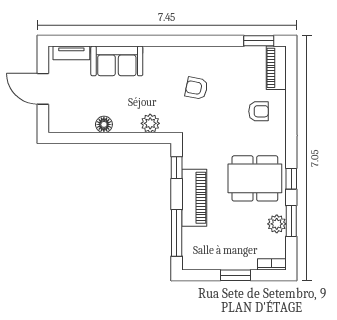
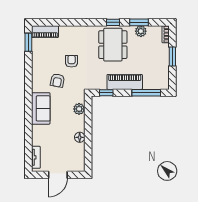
sofa: (117, 61) -> (41, 108), moved
armchair: (258, 111) -> (72, 61), moved

